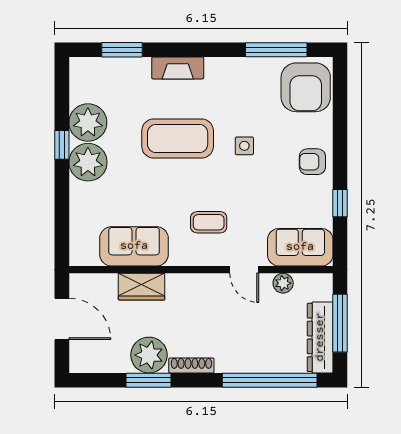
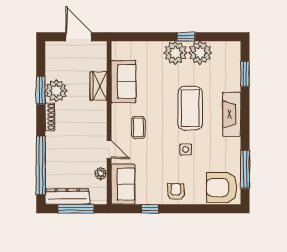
fireplace: (178, 68) -> (232, 114), width x1.37, depth x1.32
door: (244, 270) -> (109, 150), swing flipped
door: (62, 319) -> (79, 37), swing flipped

